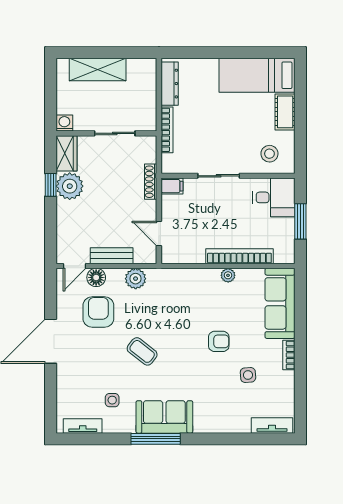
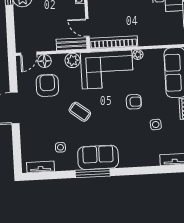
bench: (112, 256) -> (72, 44), moved
bookcase: (239, 256) -> (114, 42), moved
corner sofa: (183, 294) -> (107, 69), added

